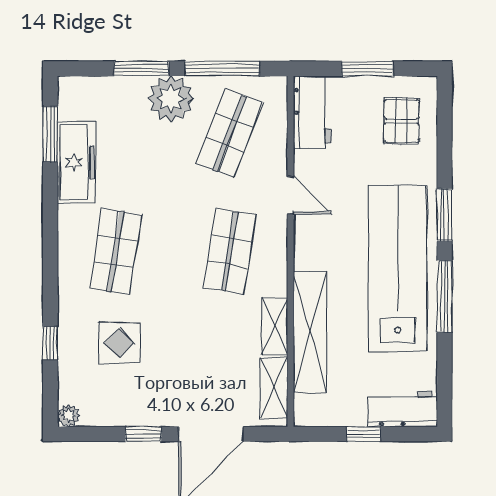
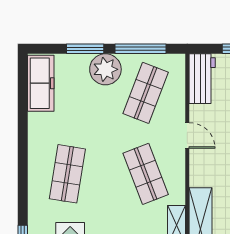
window: (50, 134) -> (23, 94), removed
freezer: (76, 162) -> (41, 83), moved
shop shelf: (230, 251) -> (146, 174), turned -30

